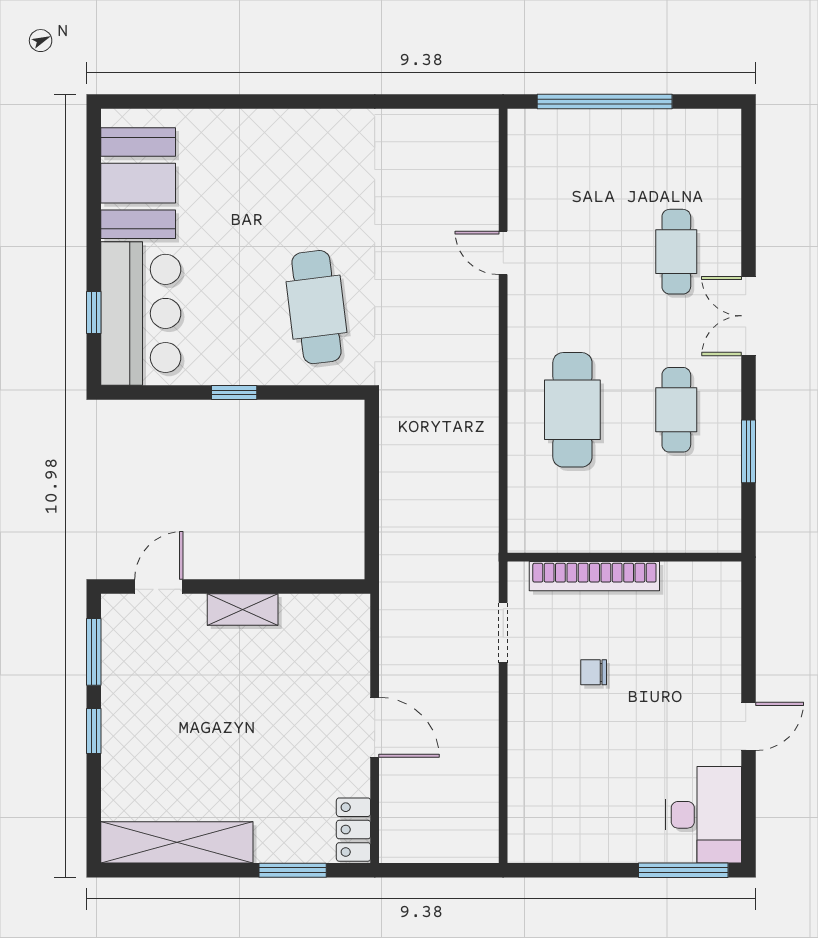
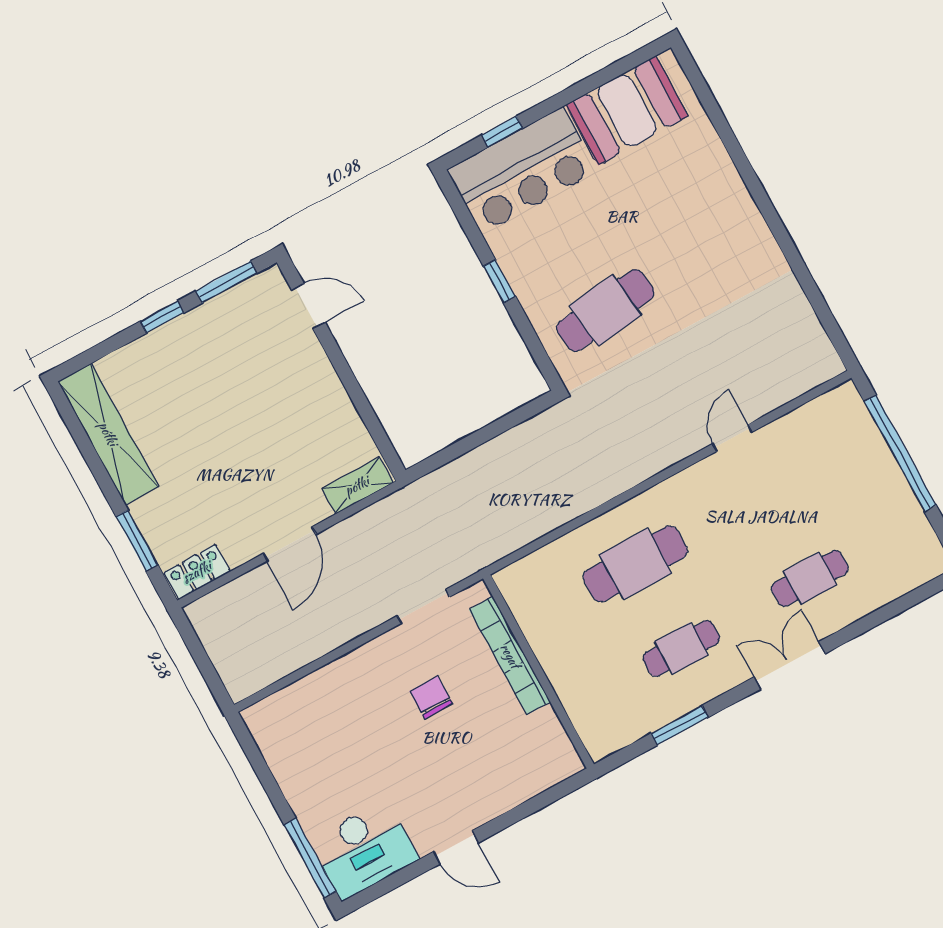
shelving: (243, 609) -> (357, 486), moved, turned 90
chair: (594, 672) -> (431, 697), width x1.37, depth x1.37

